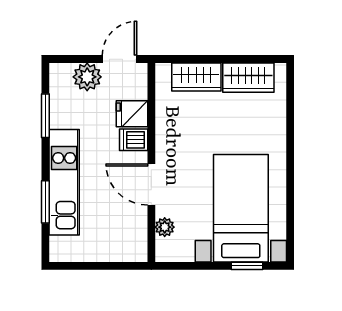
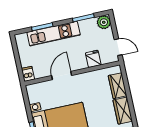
plant: (87, 77) -> (104, 22), moved
dishwasher: (134, 140) -> (28, 74), moved
plant: (165, 227) -> (43, 86), removed

